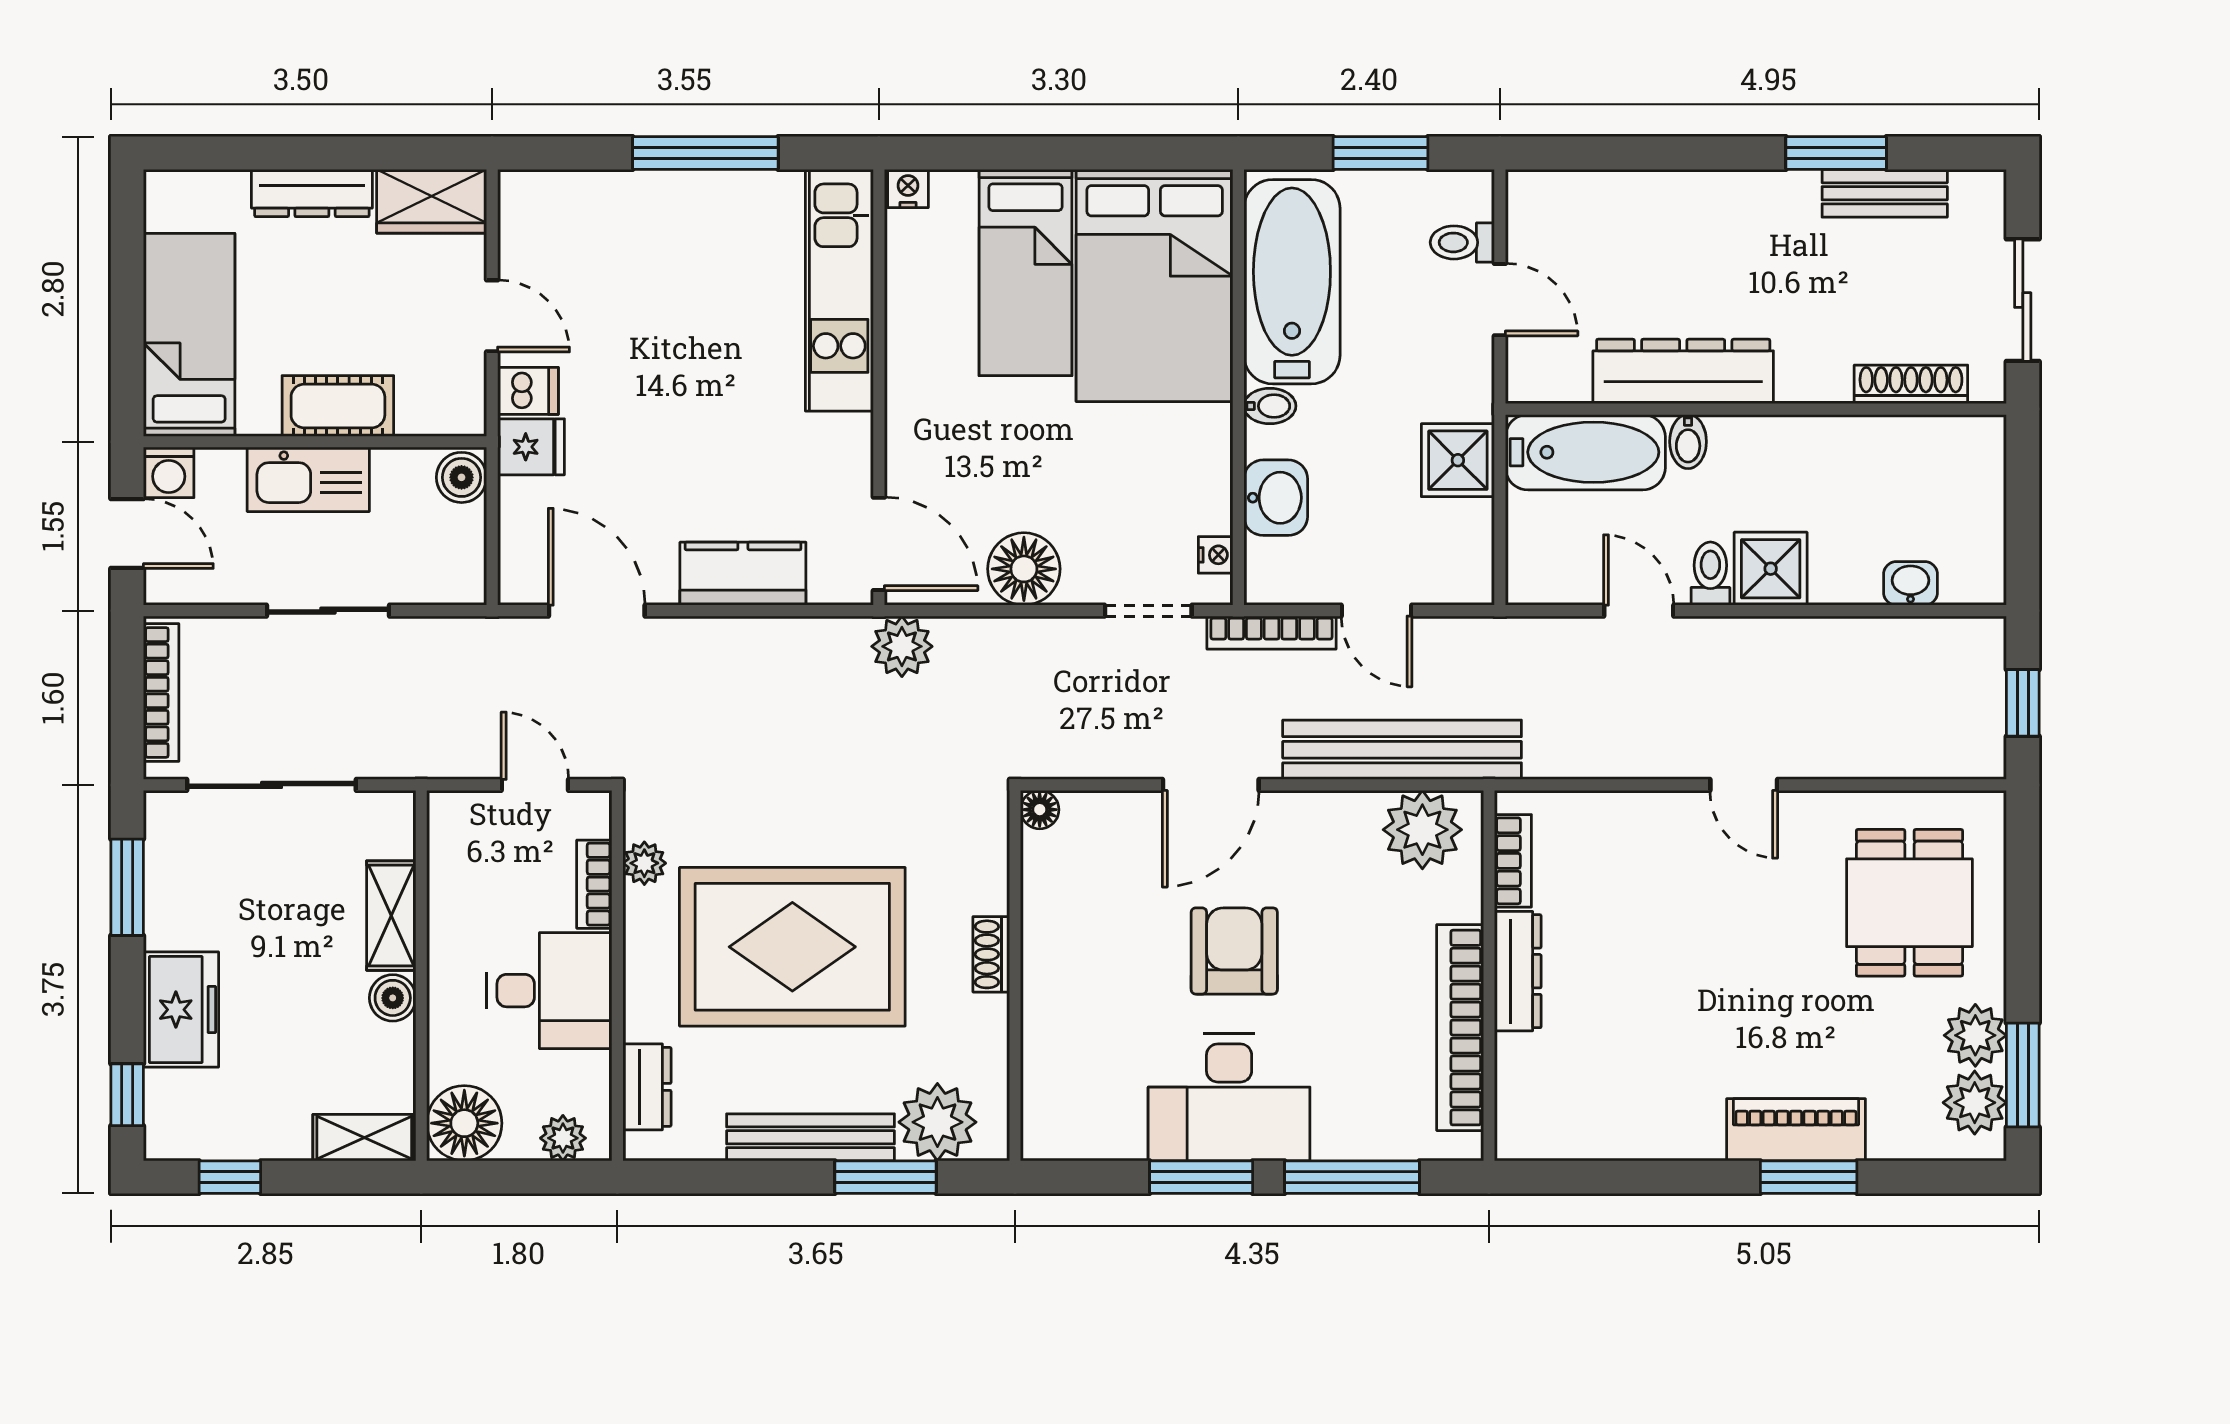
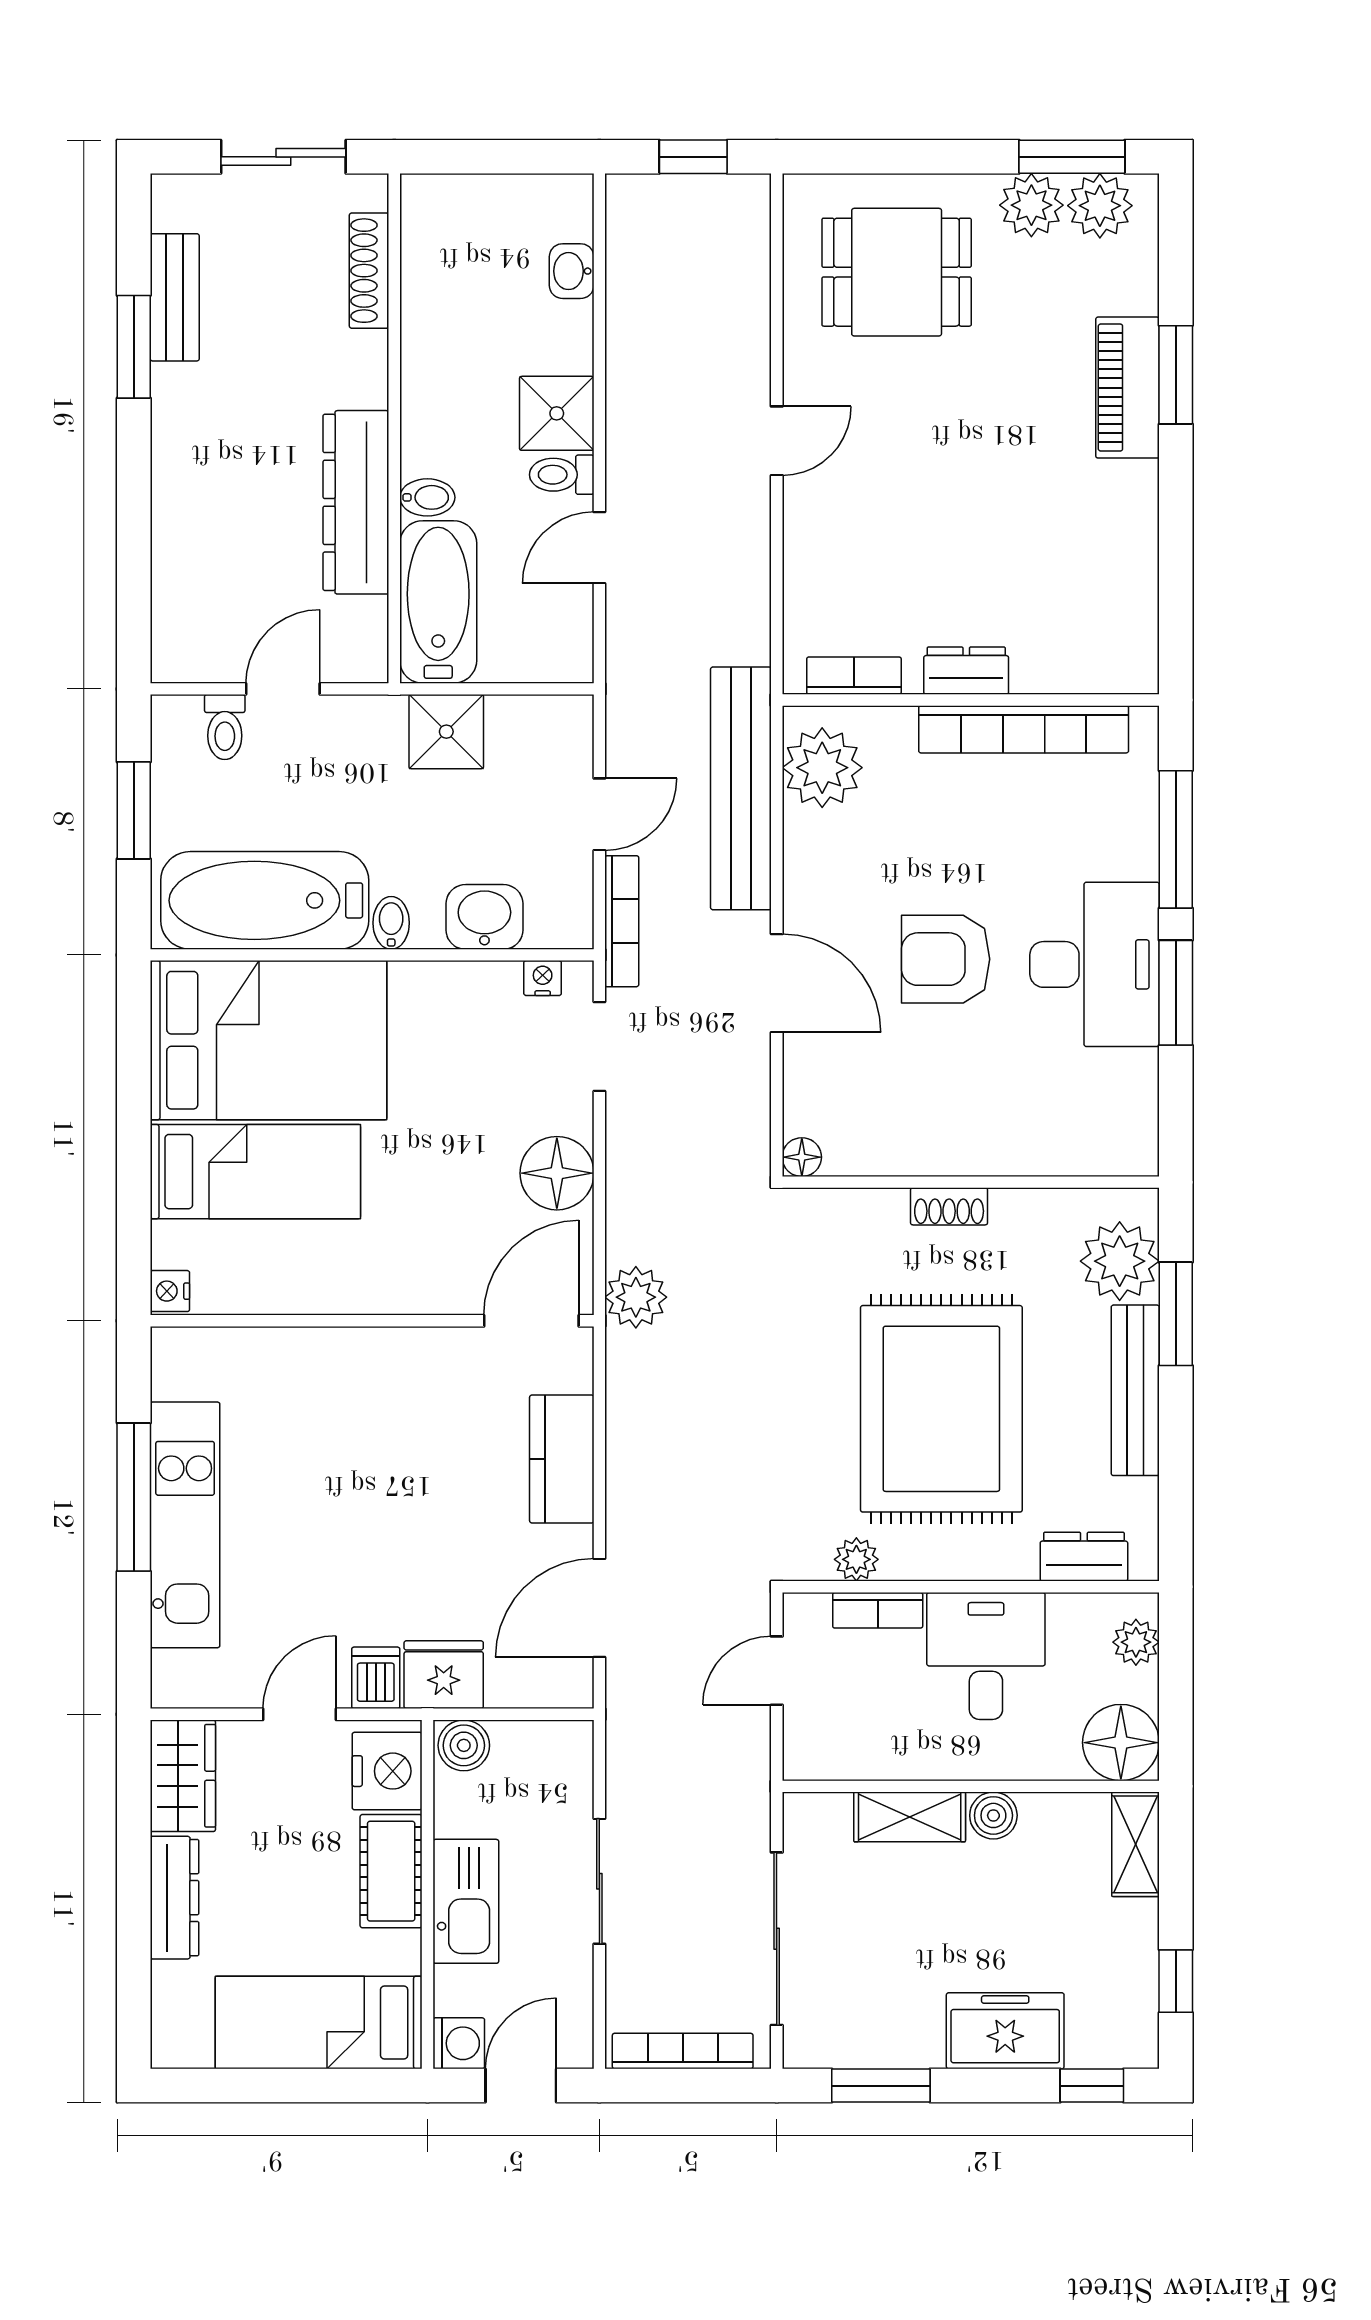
kitchen unit: (839, 290) -> (185, 1525), moved, turned -90
nightstand: (436, 402) -> (387, 1771), added
fridge: (531, 447) -> (444, 1675), width x1.38
dresser: (1518, 971) -> (966, 671), width x0.70

